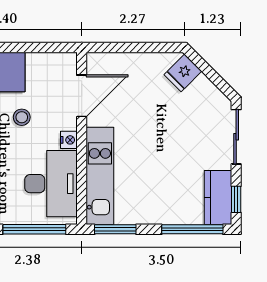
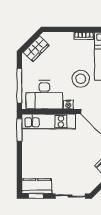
stool: (22, 117) -> (81, 79), width x1.89, depth x1.89
window: (192, 229) -> (19, 172), removed

